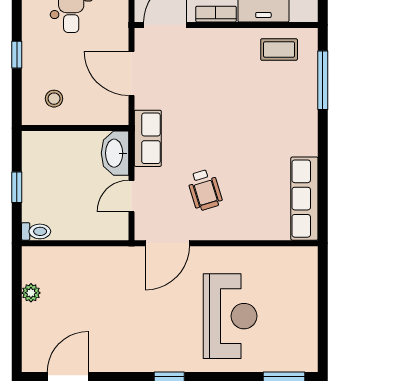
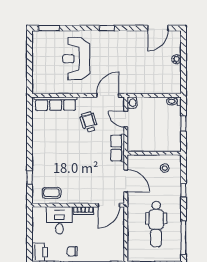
window: (323, 80) -> (30, 177), width x0.46
washbasin: (115, 153) -> (132, 103), moved, width x0.52, depth x0.69
door: (131, 196) -> (126, 119), swing flipped
row of seats: (304, 199) -> (56, 104), moved, turned 90
plant: (31, 293) -> (176, 59), moved

